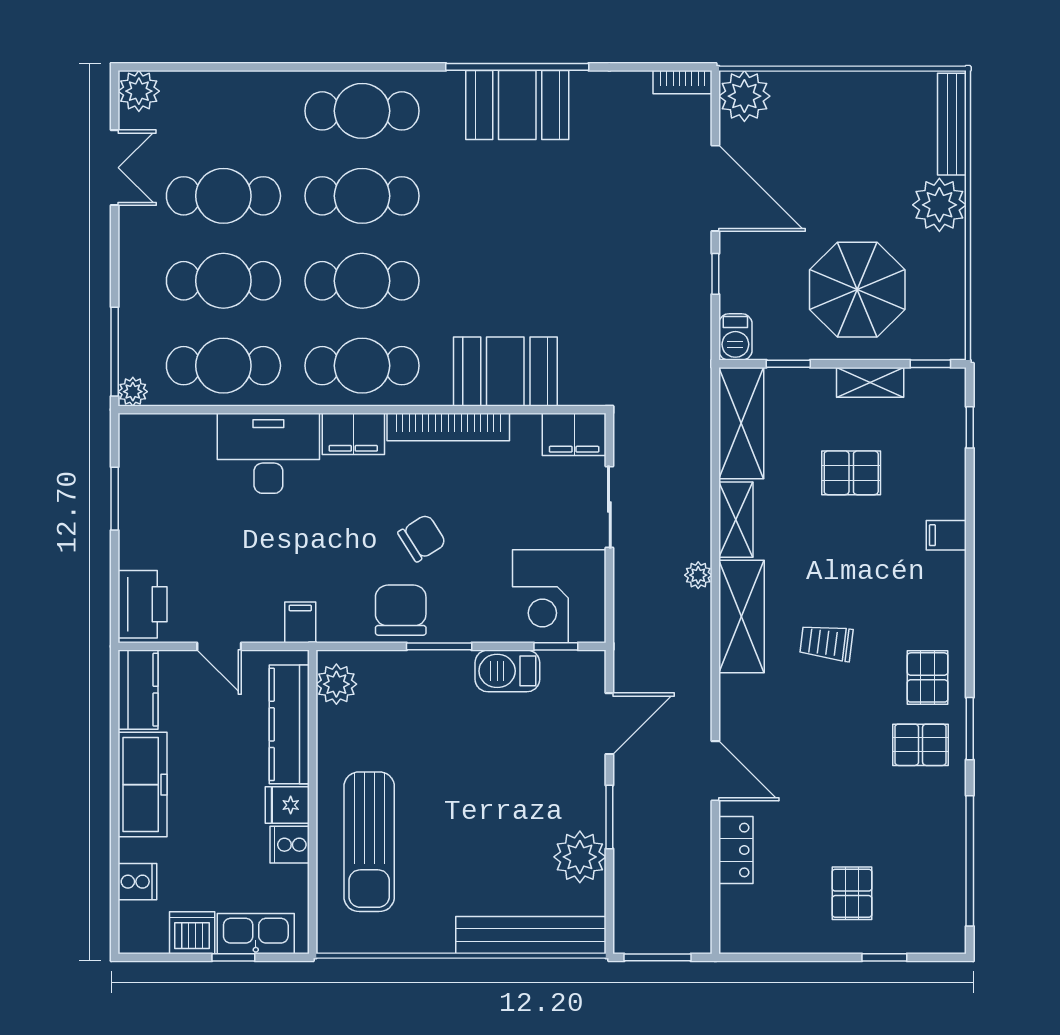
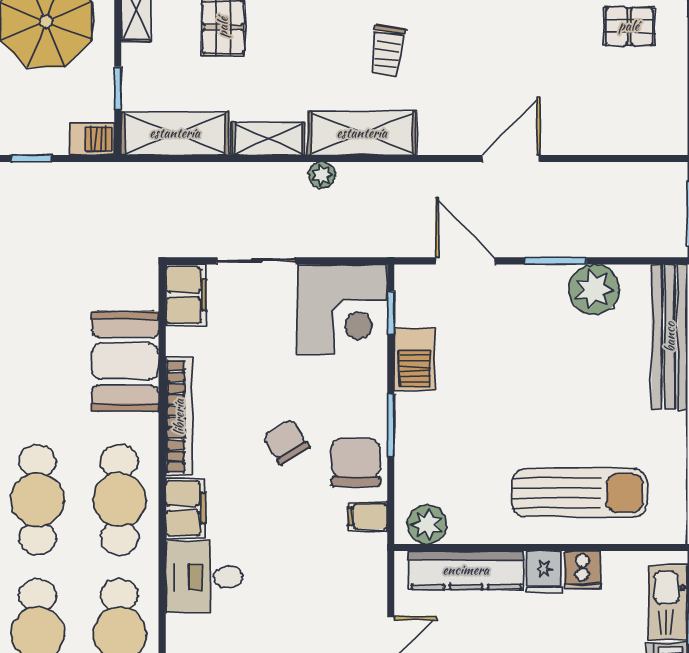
desk: (268, 453) -> (204, 577), width x0.73
chair: (401, 610) -> (356, 462), turned 90
filing cabinet: (300, 622) -> (368, 516), moved
locker: (736, 850) -> (587, 139), removed

